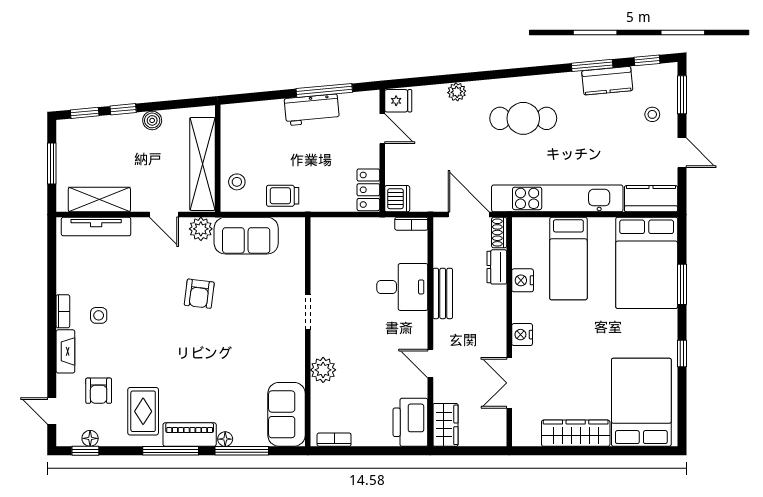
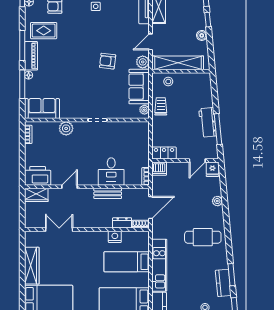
cafe table: (523, 118) -> (203, 237), turned 90
kitchen unit: (557, 198) -> (159, 265), width x0.73
plant: (289, 226) -> (144, 110), added
nightstand: (522, 335) -> (85, 237), removed

